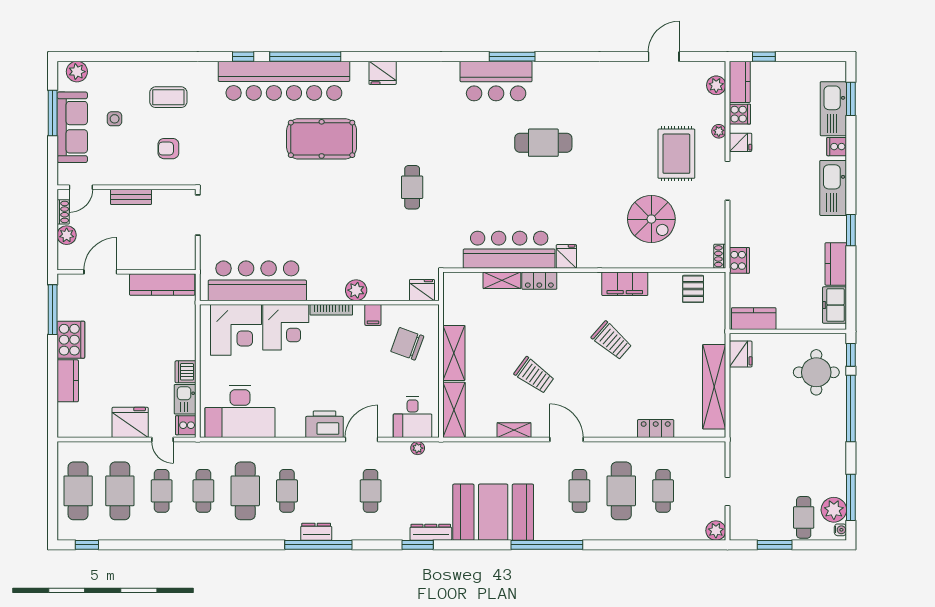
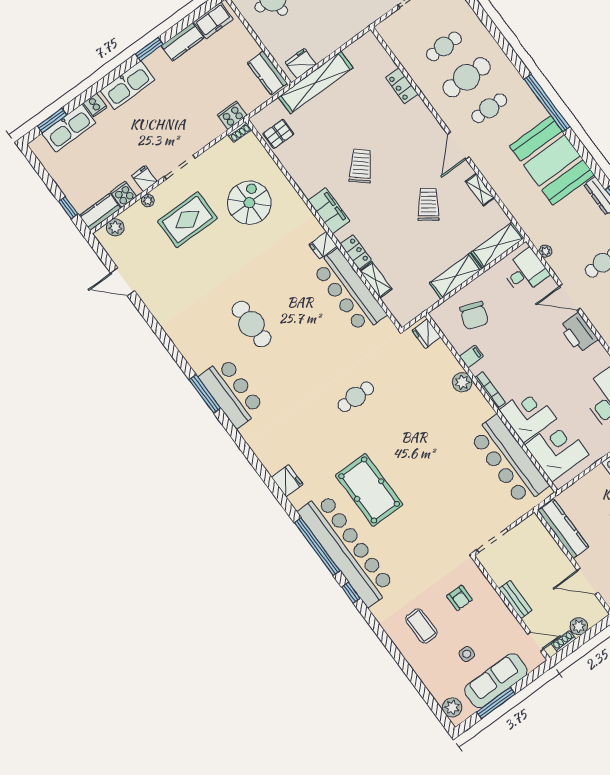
filing cabinet: (625, 284) -> (329, 211), moved
shelving: (714, 387) -> (316, 83), moved

